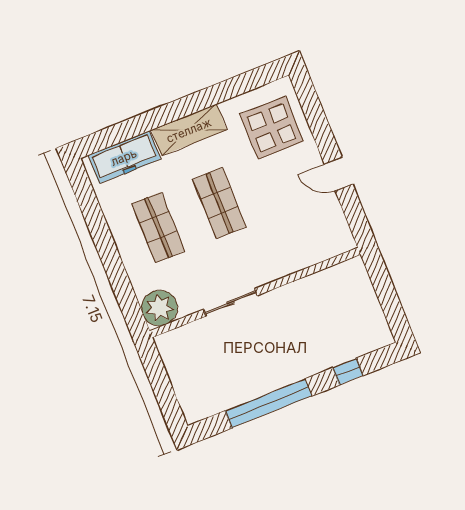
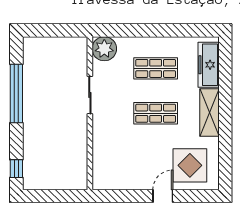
door: (339, 174) -> (163, 196), moved
window: (348, 372) -> (16, 169), moved

